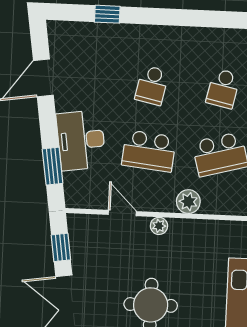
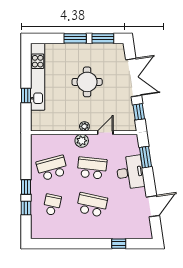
school desk: (152, 85) -> (92, 205), width x1.85
plant: (188, 202) -> (82, 141), moved
door: (122, 213) -> (105, 133), swing flipped

